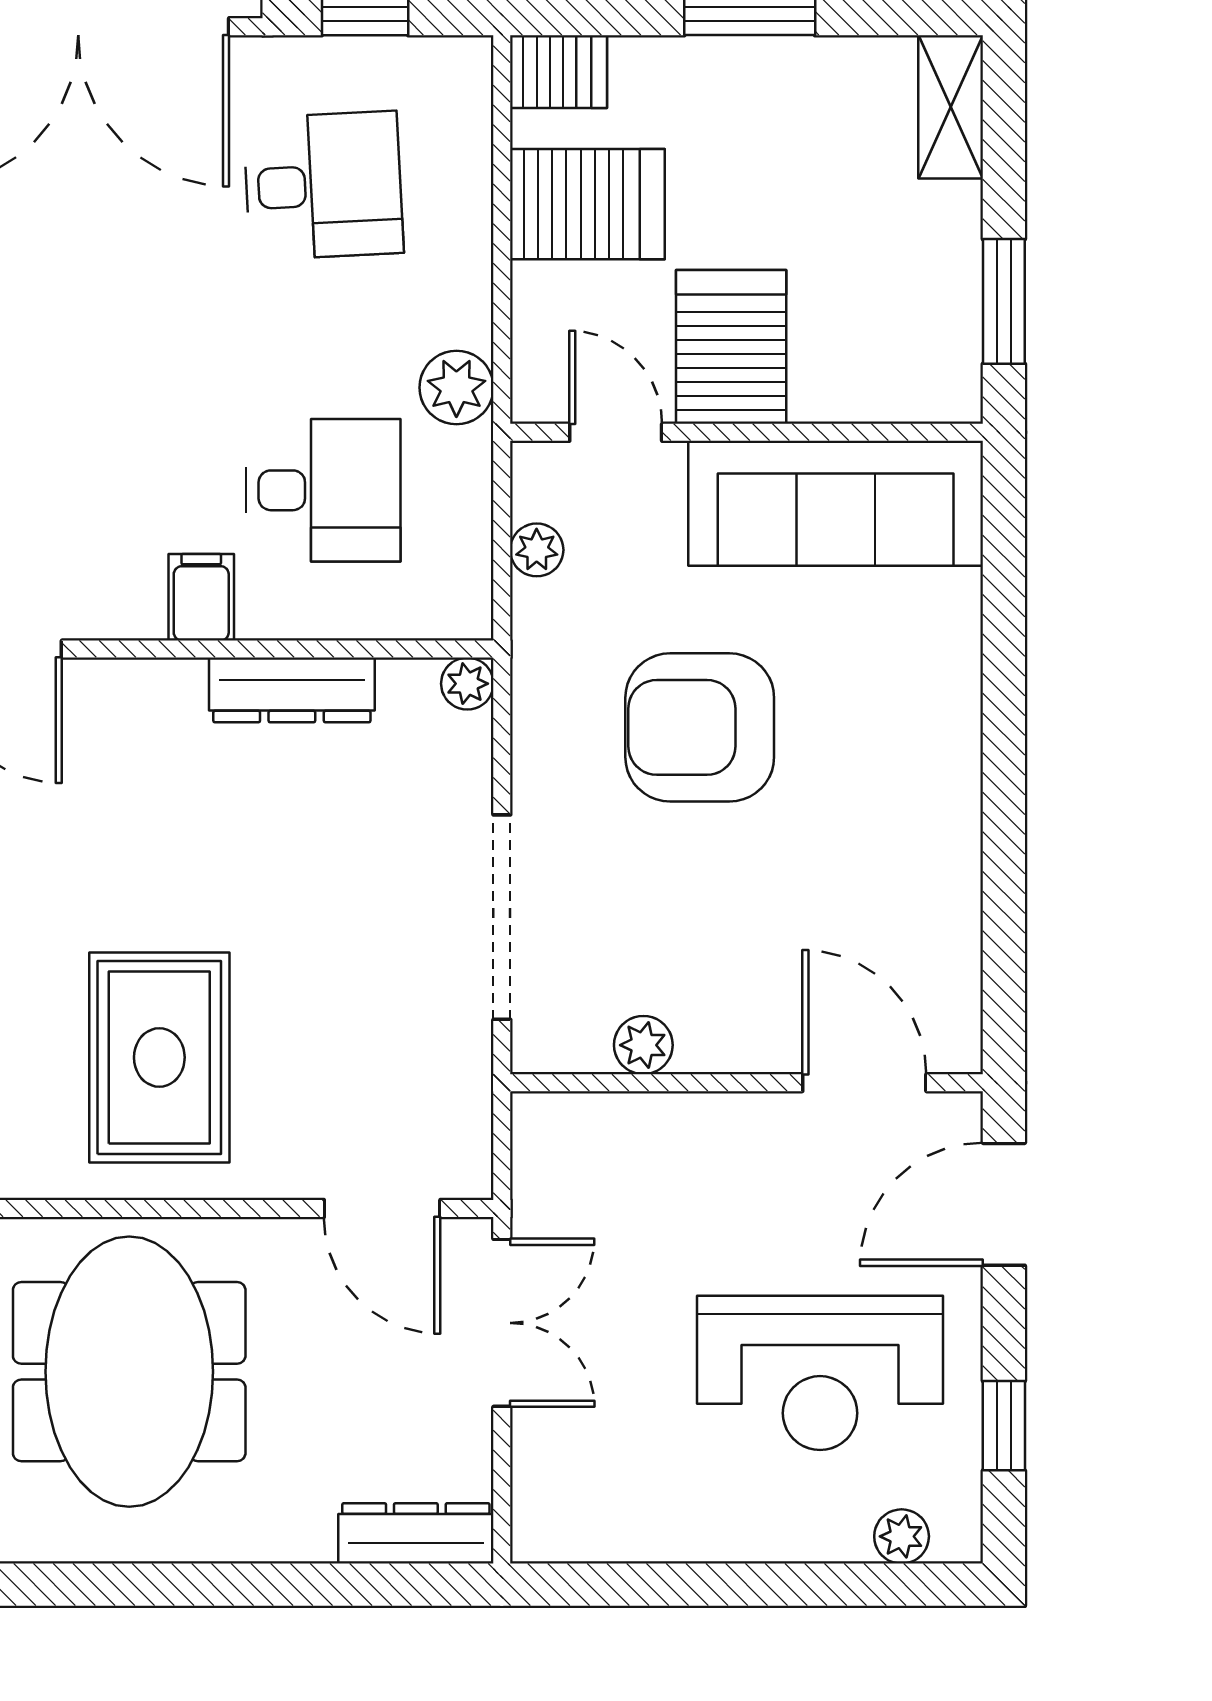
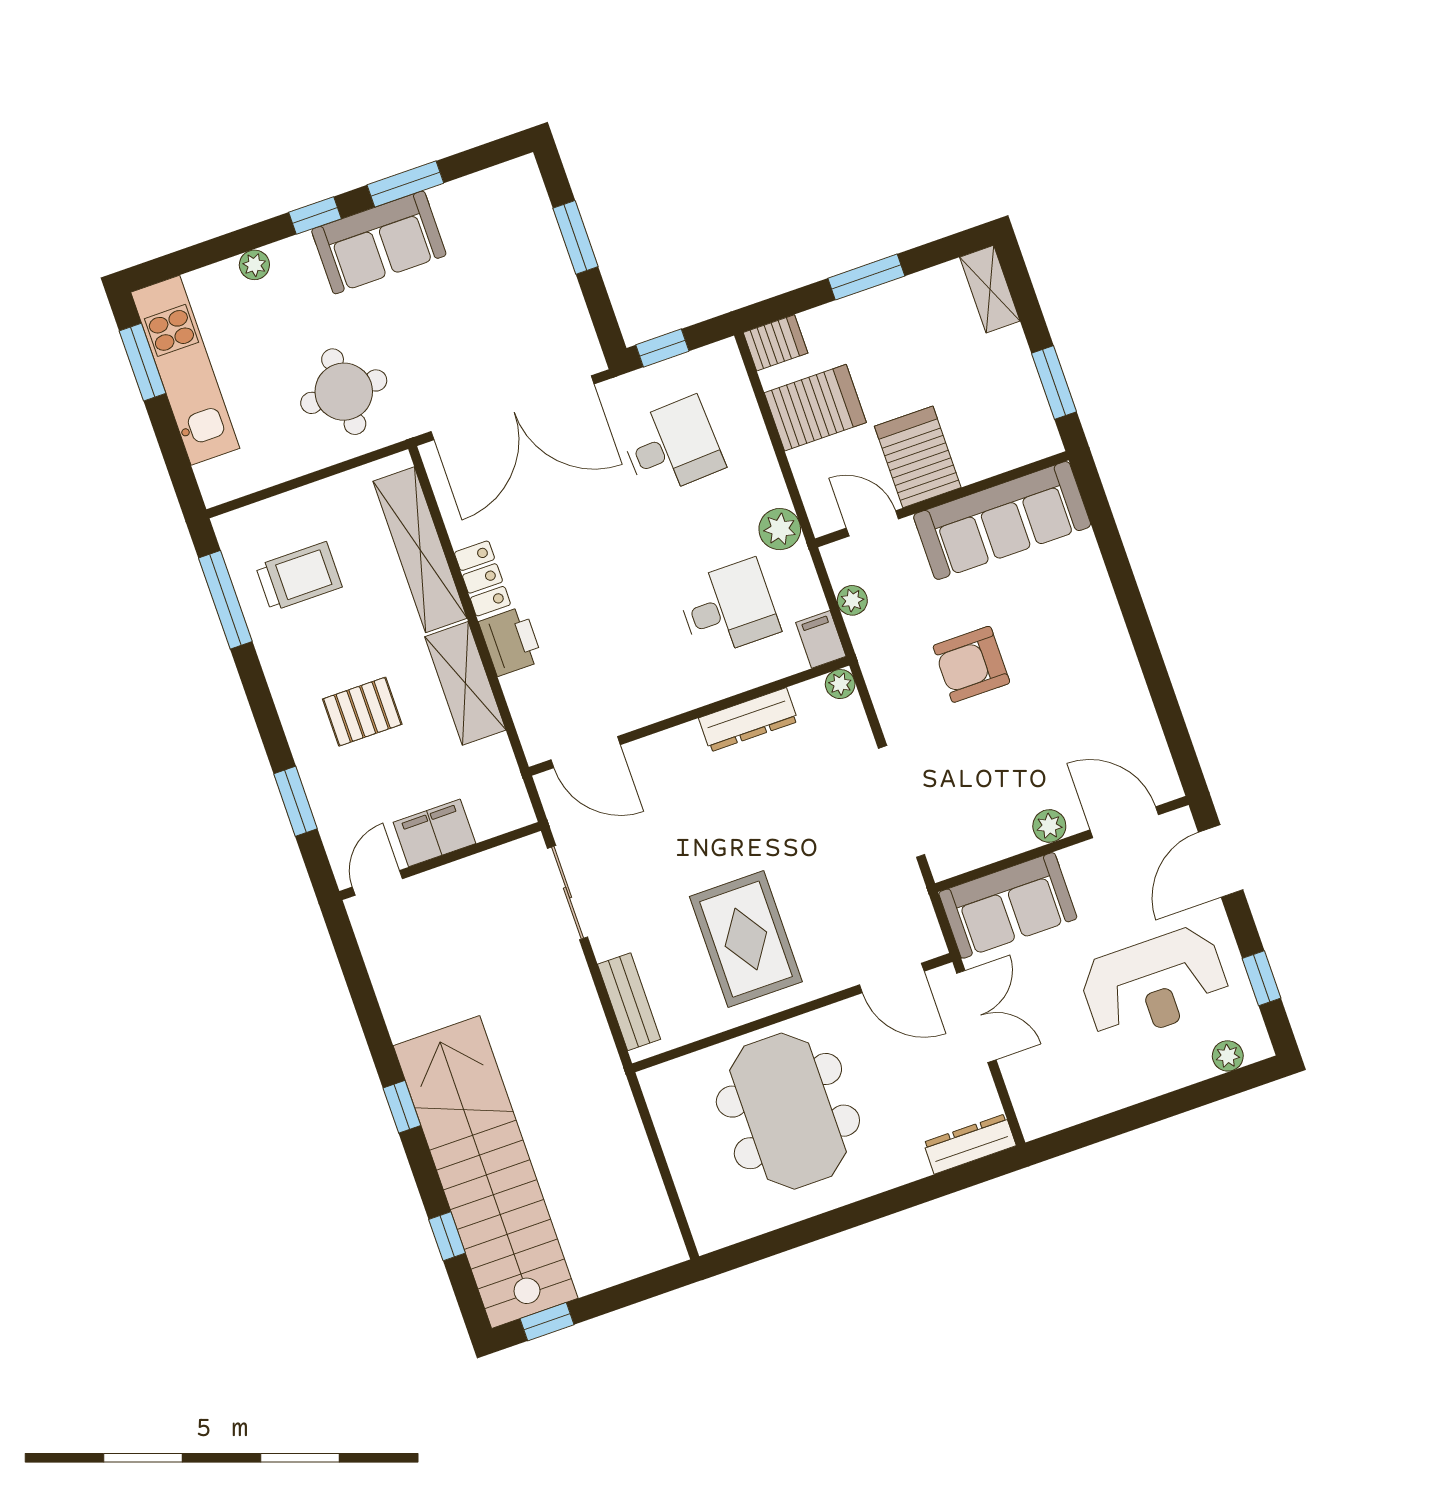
filing cabinet: (201, 597) -> (821, 639), moved
armchair: (700, 727) -> (971, 664), width x0.73, depth x0.73
plant: (643, 1045) -> (1049, 826), moved
sofa: (620, 1154) -> (1008, 905), added

